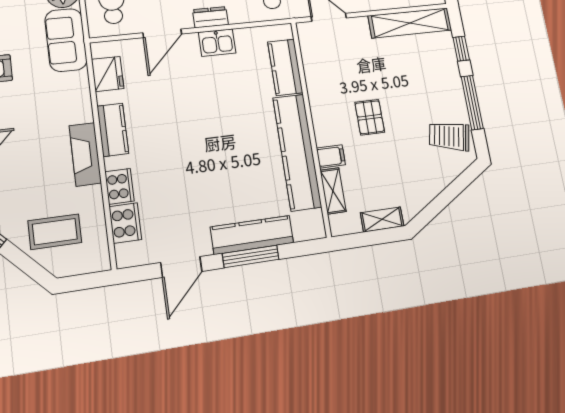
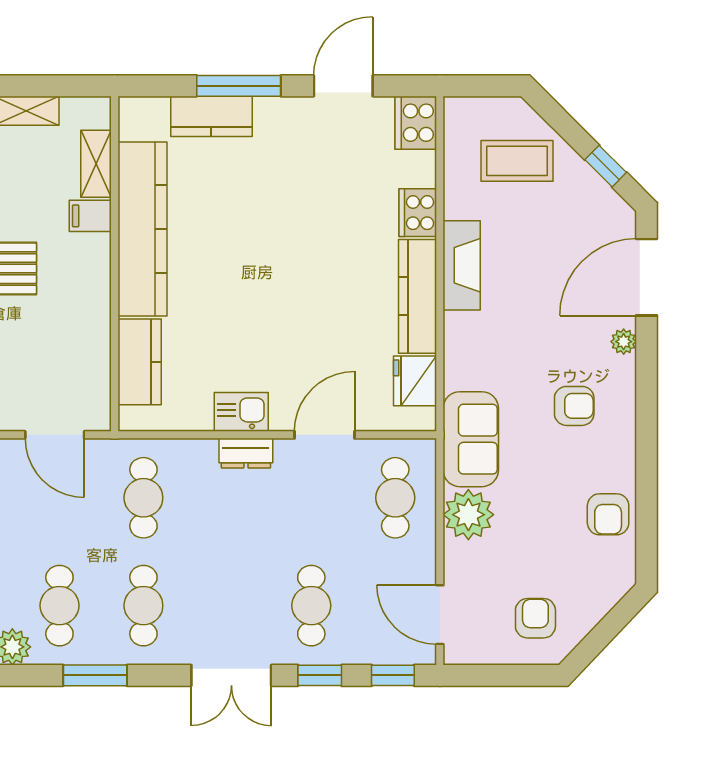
kitchen counter: (113, 130) -> (417, 296), width x1.50
cooker: (125, 223) -> (416, 123), moved
kitchen counter: (252, 235) -> (211, 116), width x0.67

